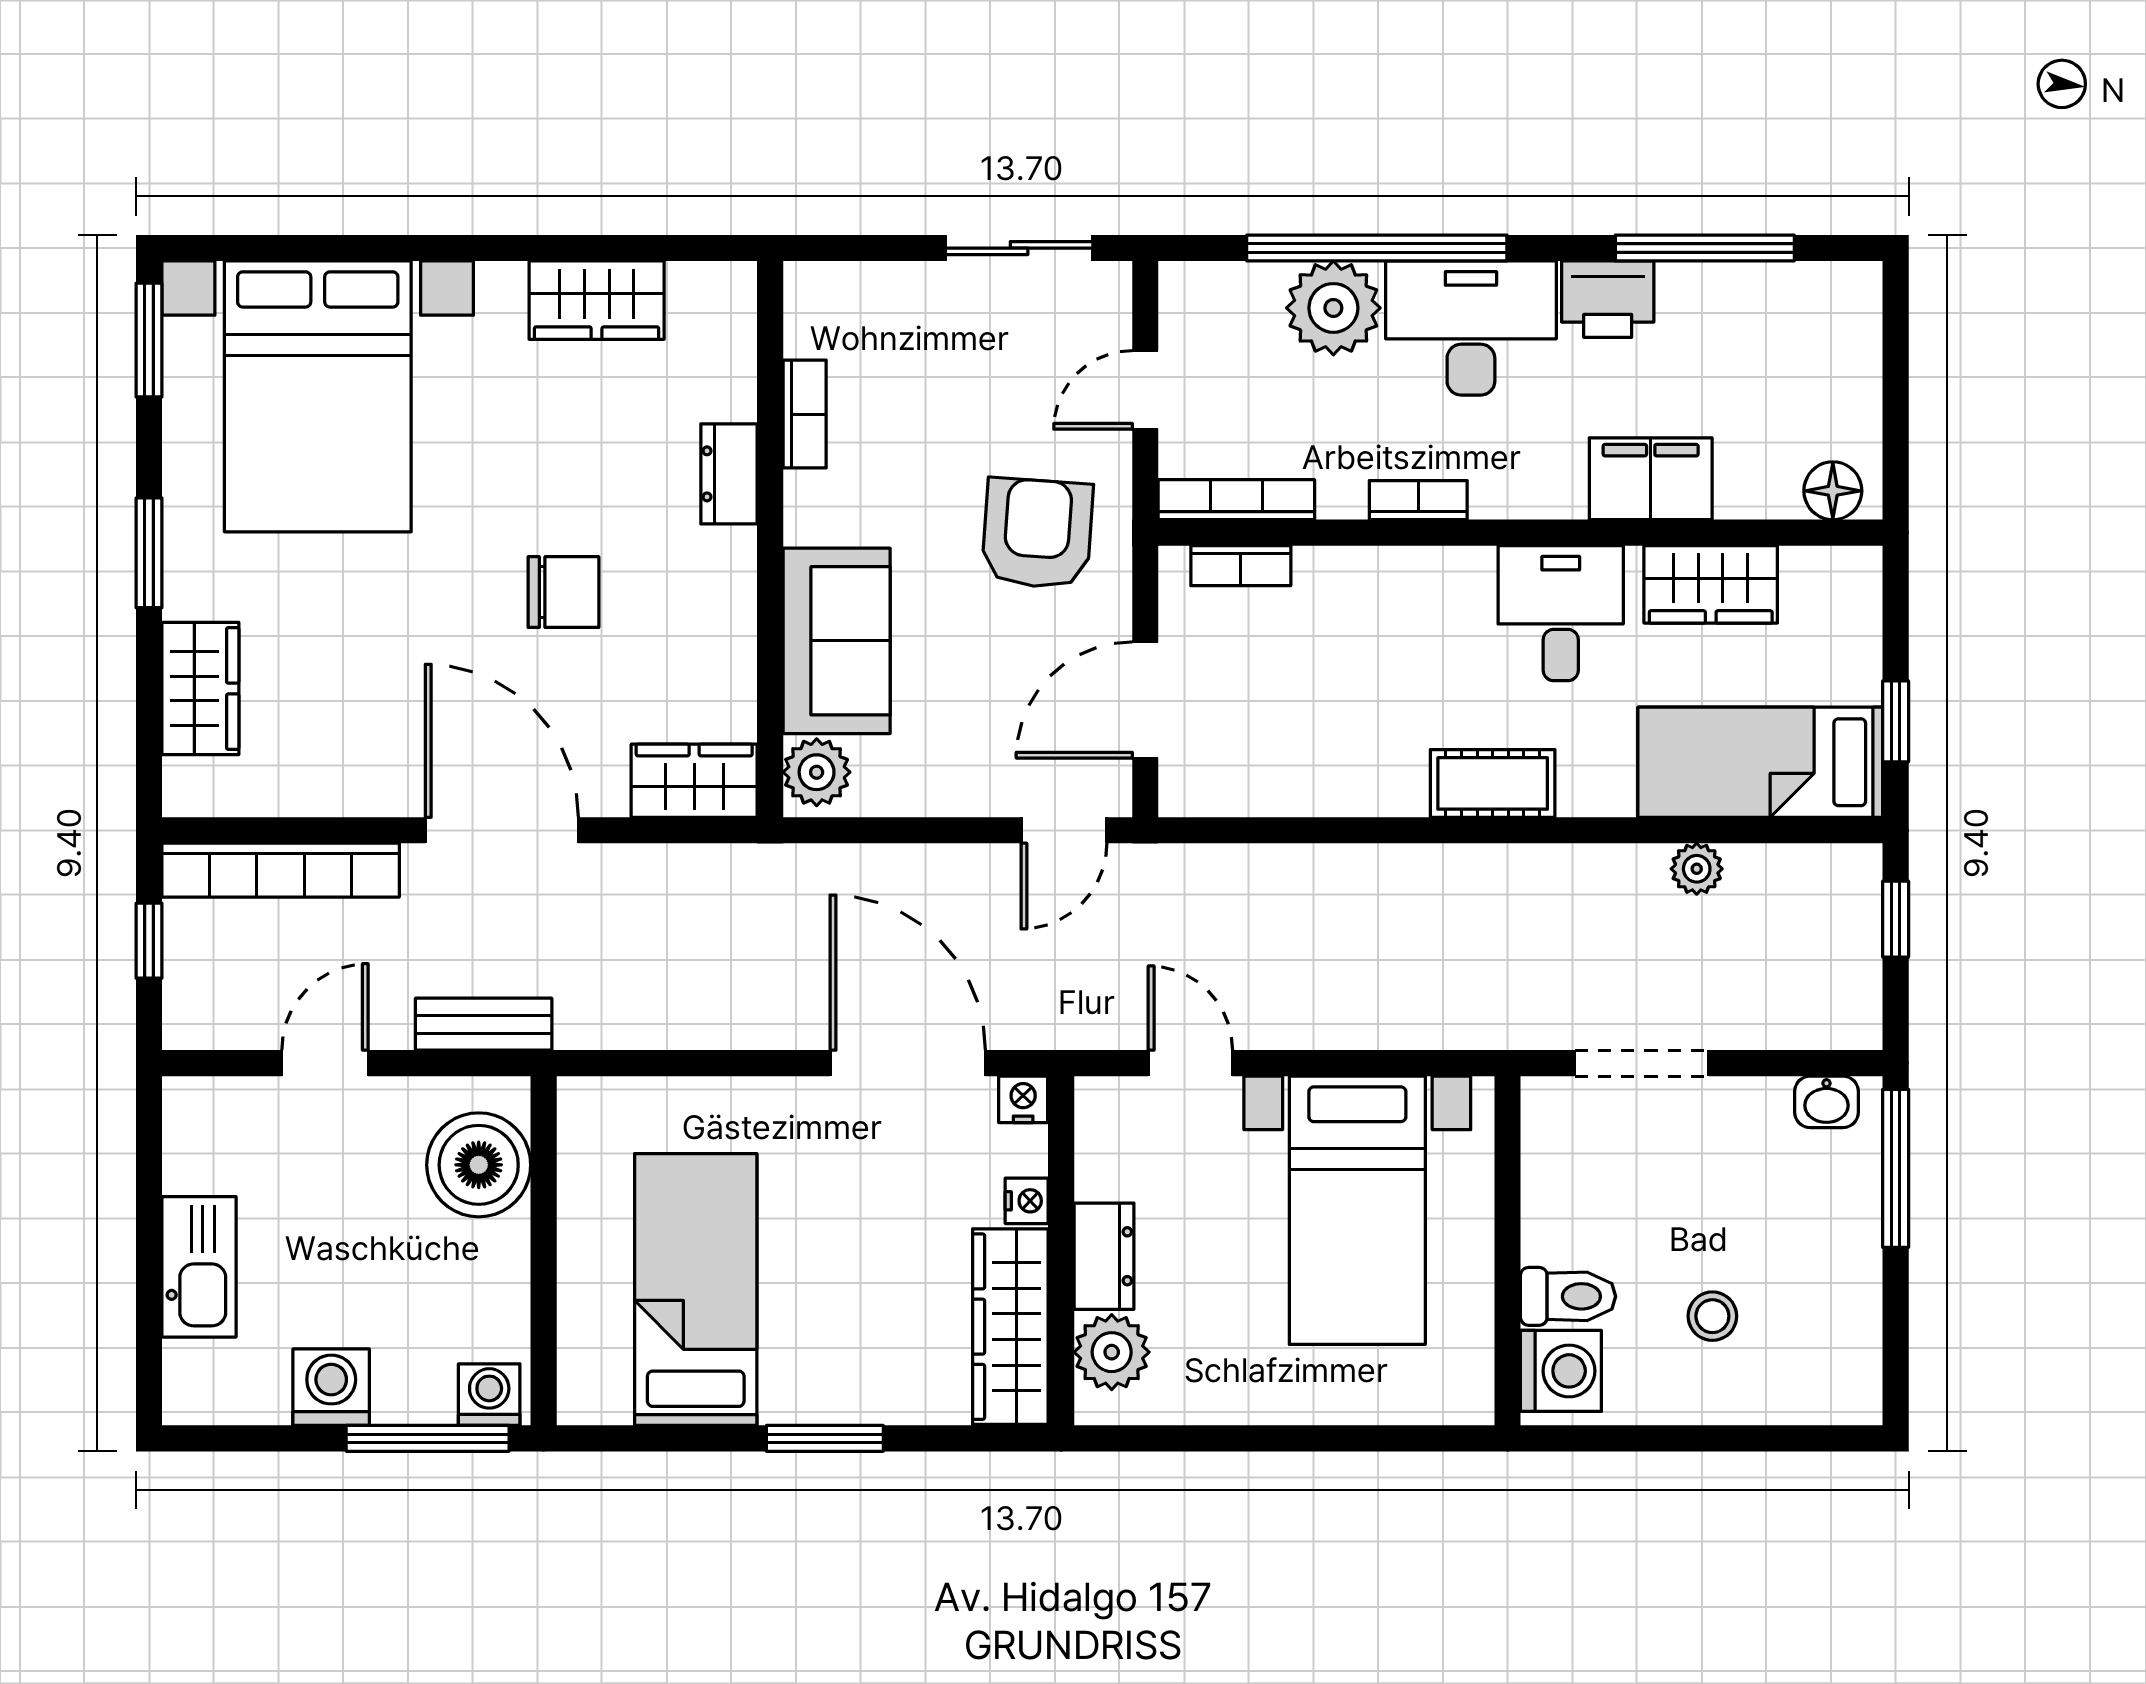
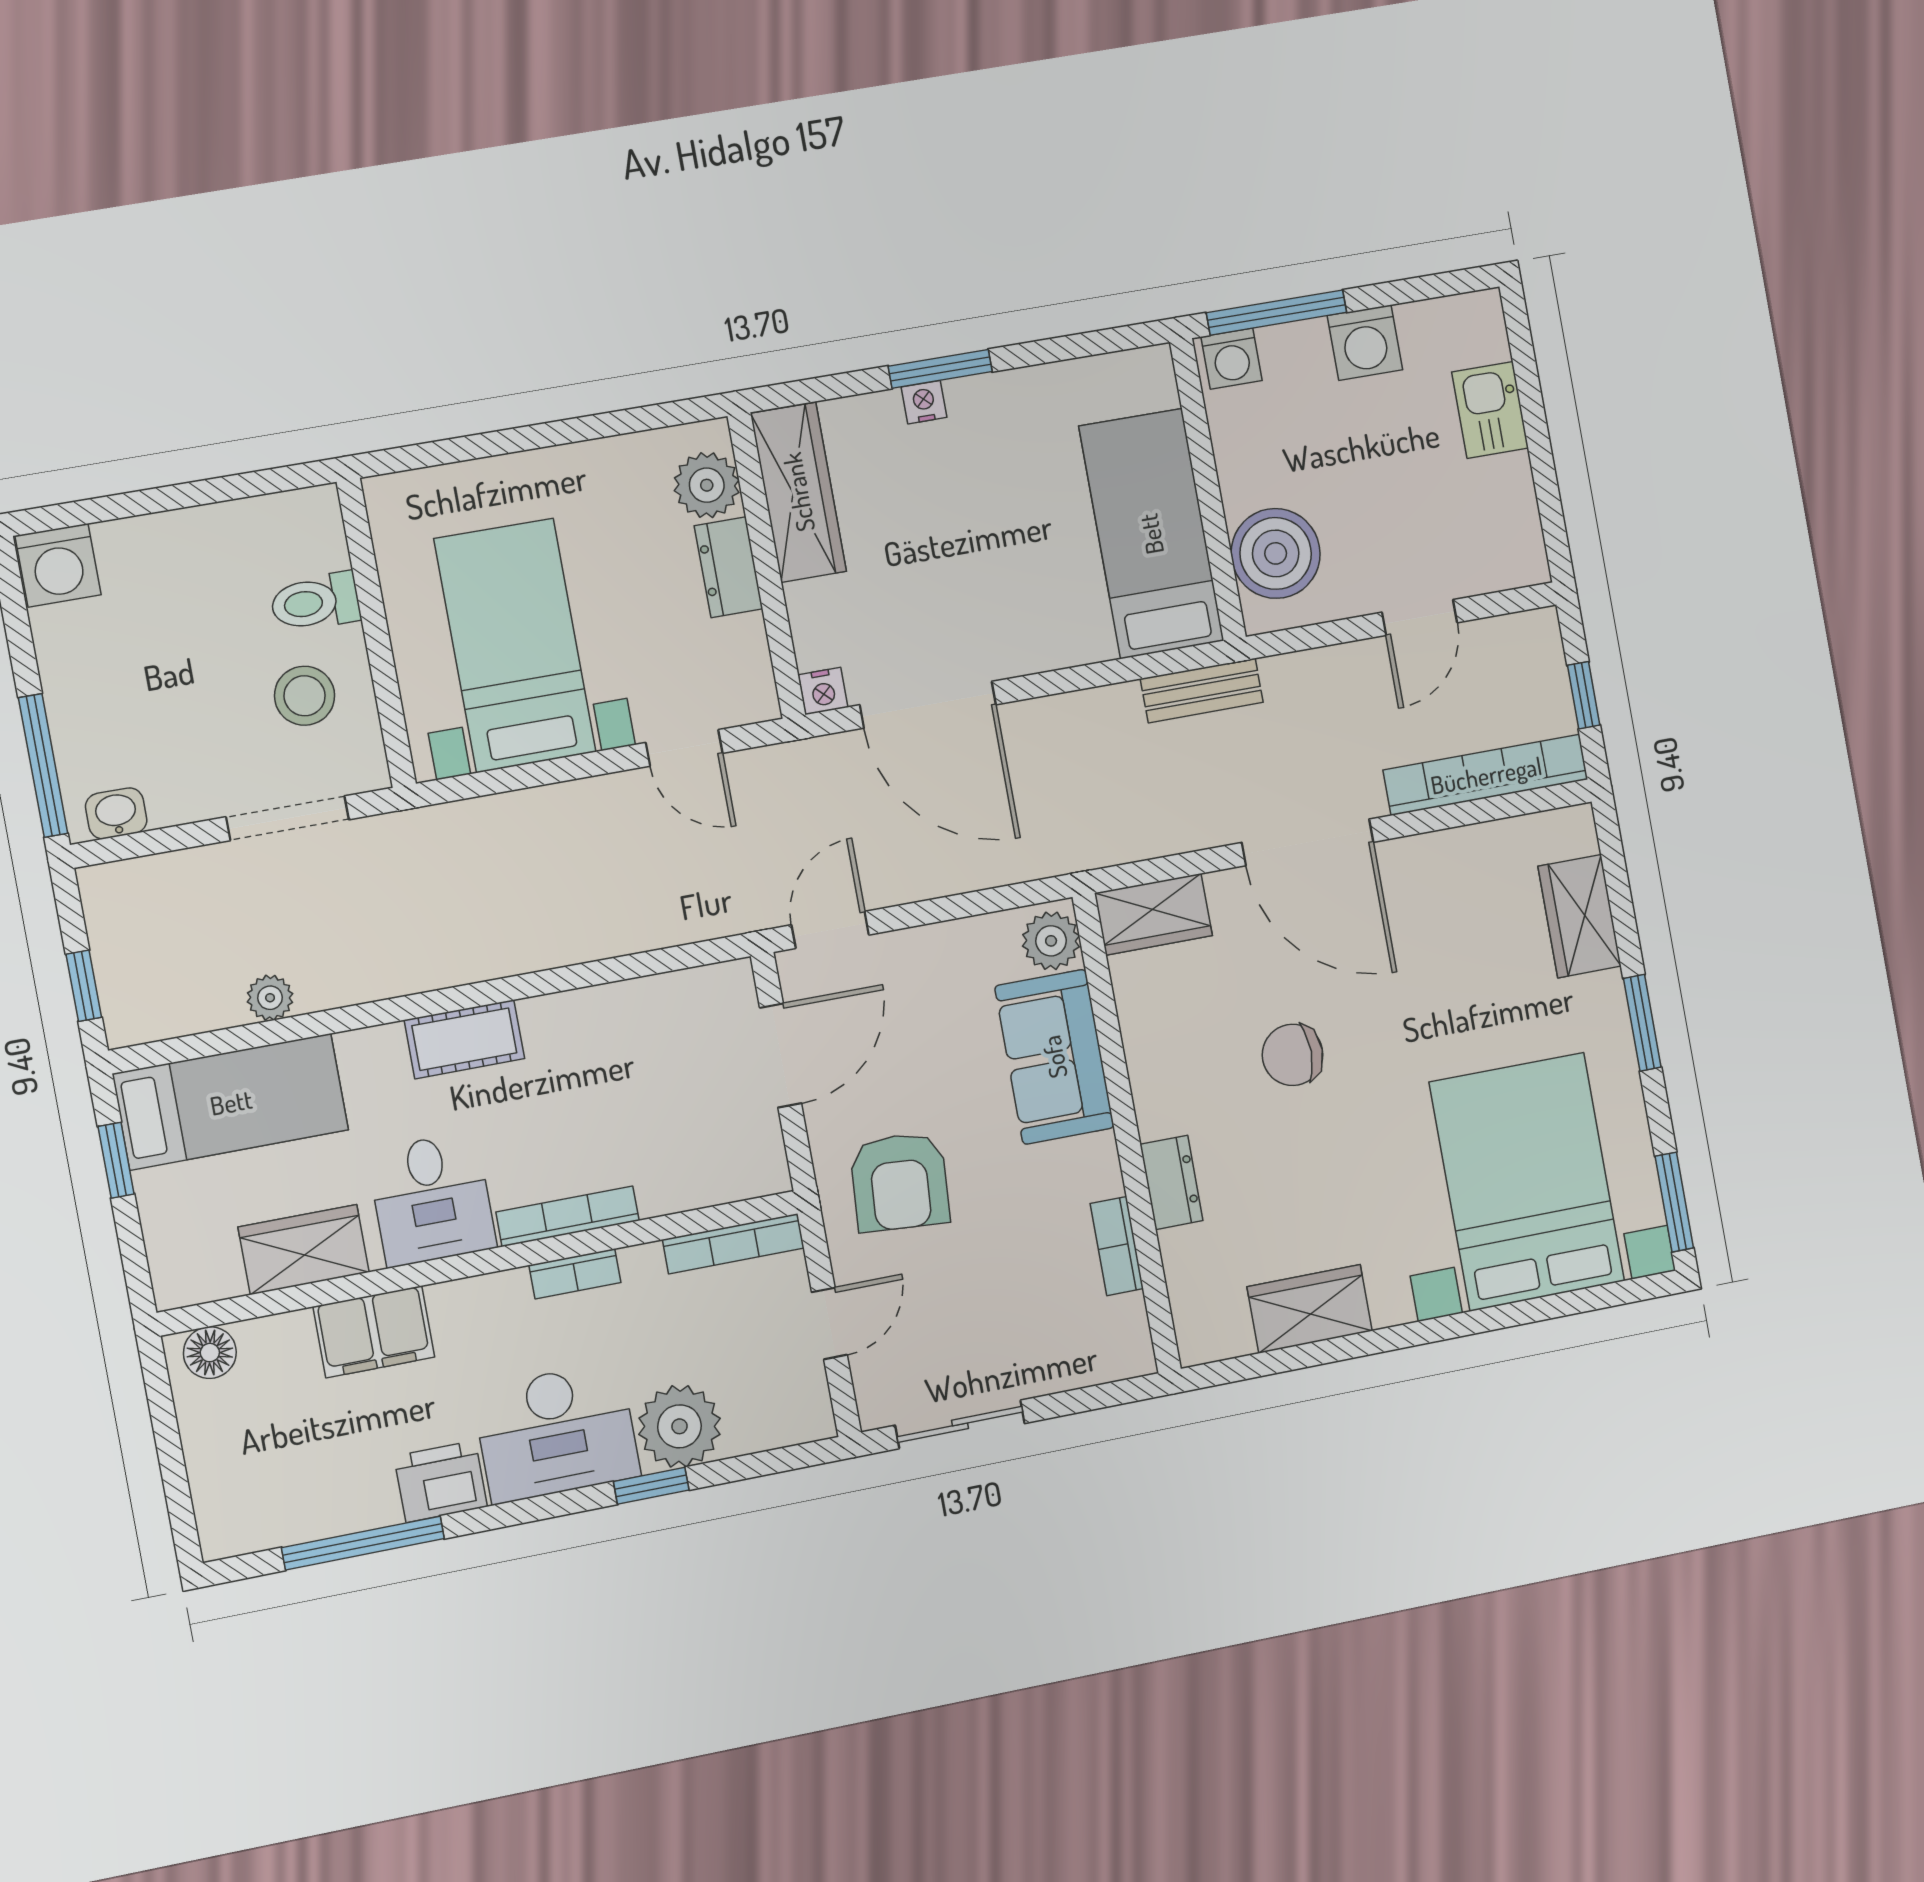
window: (1377, 248) -> (651, 1486), width x0.32
bookcase: (1241, 566) -> (568, 1216), moved, width x1.56
bench: (484, 1024) -> (1202, 690), moved
nightstand: (1027, 1201) -> (924, 402), moved, turned 90
kitchen sink: (199, 1267) -> (1490, 410), width x0.73
bed: (696, 1290) -> (1151, 534), moved, turned 180
stool: (1712, 1316) -> (305, 696), moved, width x1.37, depth x1.37
washing machine: (1561, 1371) -> (58, 565), moved, turned -90

